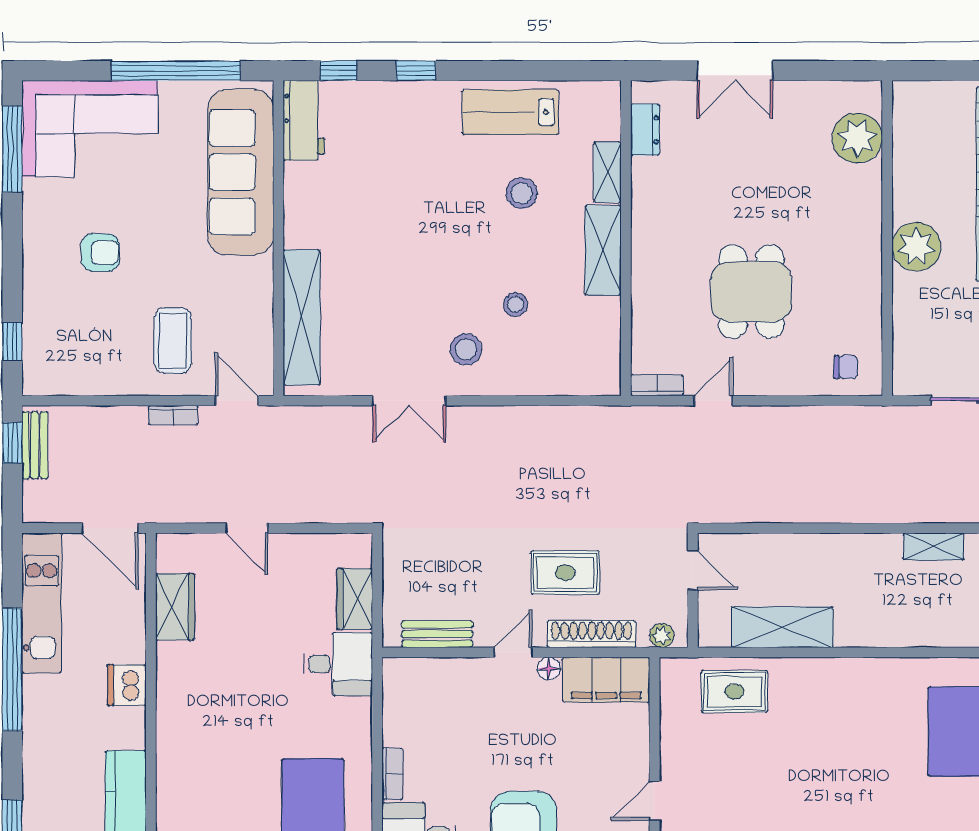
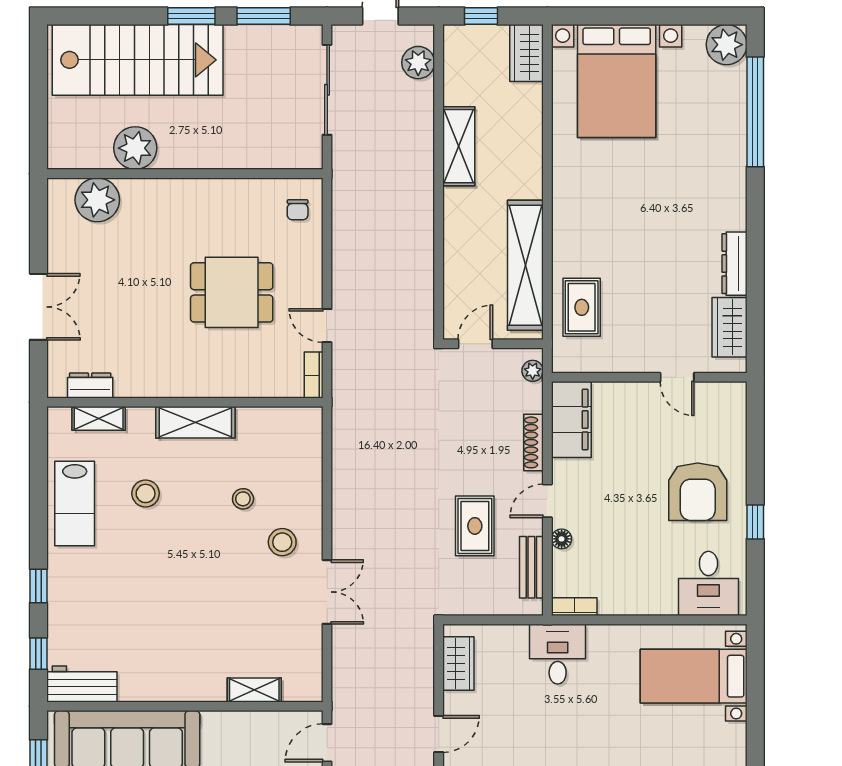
shelving: (607, 172) -> (99, 418), moved
plant: (916, 247) -> (135, 148), moved
shelving: (302, 317) -> (254, 690), width x0.45, depth x0.75
chair: (846, 367) -> (298, 210), turned 180
shelving: (934, 546) -> (459, 146), width x1.50, depth x1.33
rug: (565, 573) -> (475, 526), moved
wardrobe: (355, 599) -> (458, 664), moved, turned -90
shelving: (782, 627) -> (525, 265), width x1.47
shoe rack: (592, 634) -> (534, 442), width x0.74, depth x0.81
door: (513, 652) -> (547, 501), hinge flipped
floor lamp: (549, 669) -> (562, 539), moved
bookcase: (392, 774) -> (574, 607), moved

